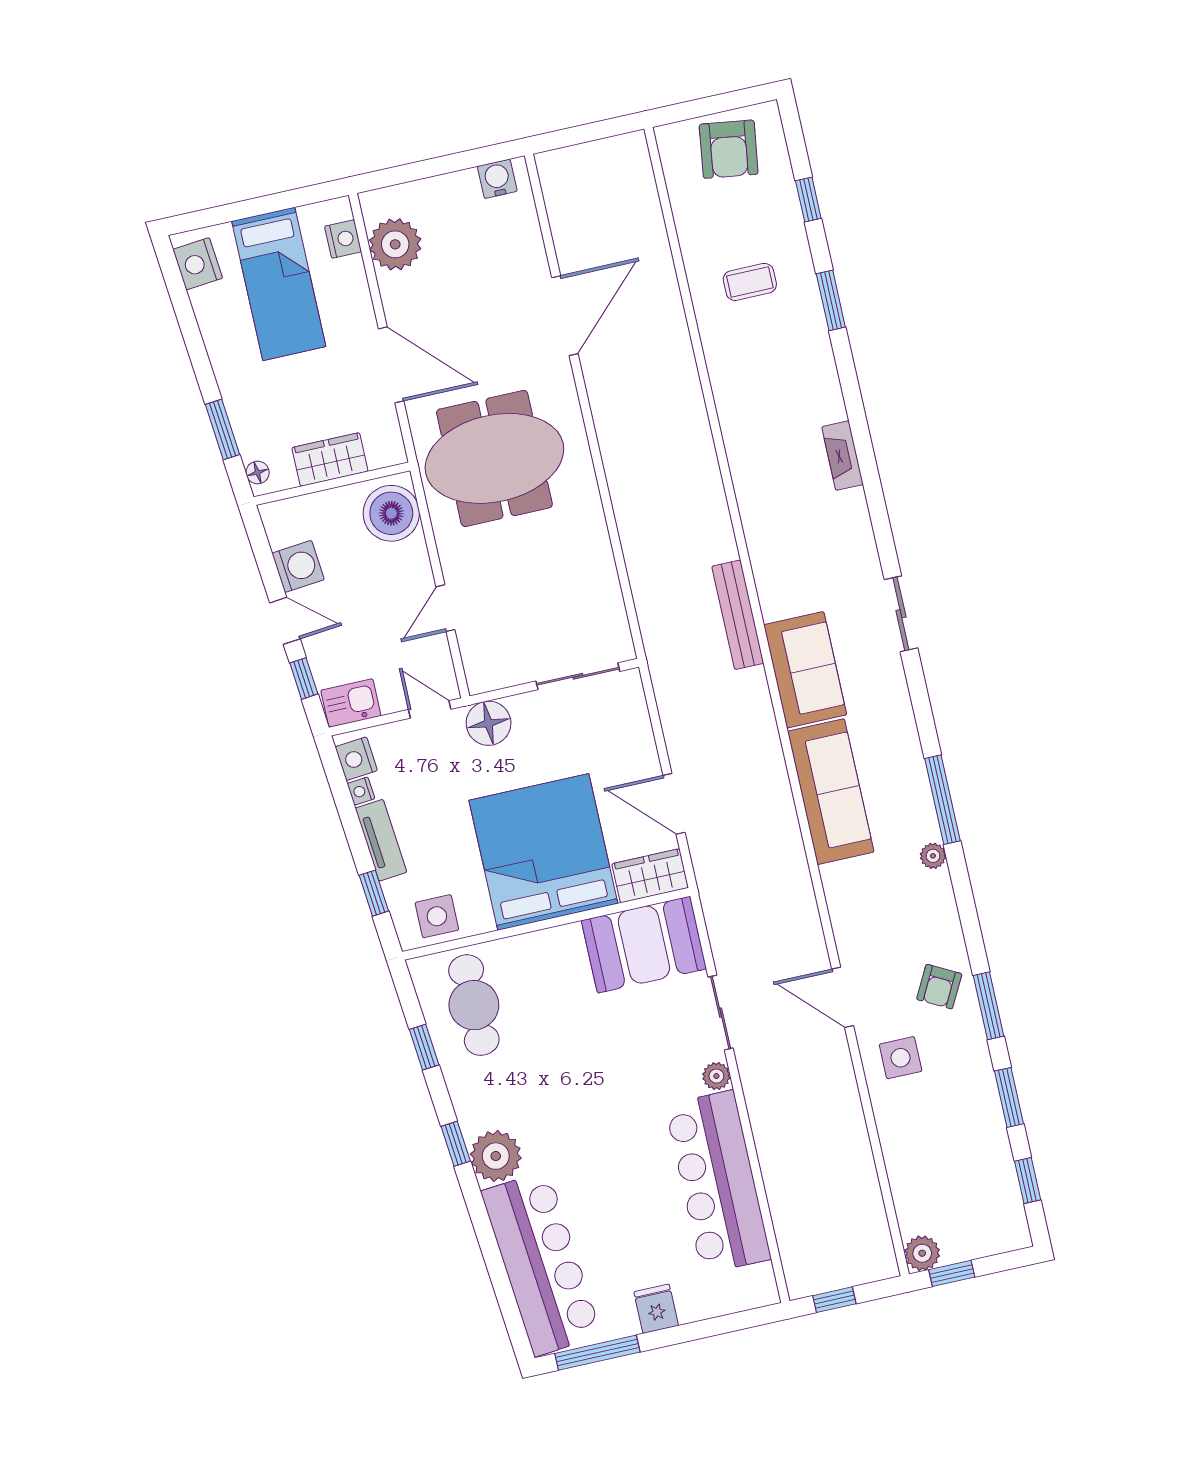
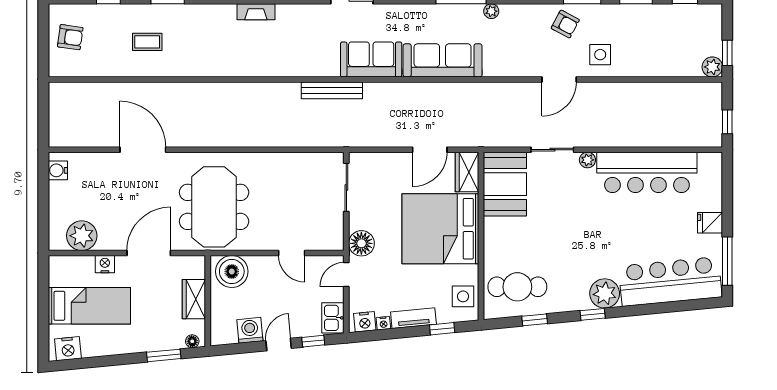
armchair: (729, 149) -> (70, 37), width x0.72, depth x0.72
nightstand: (343, 239) -> (105, 264), moved
coffee table: (750, 282) -> (147, 42), turned 90

